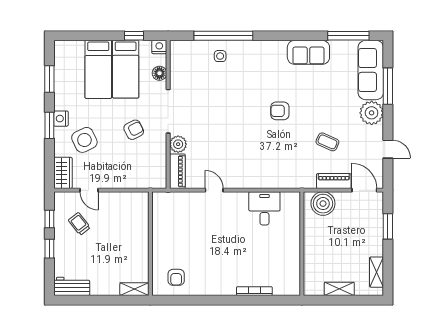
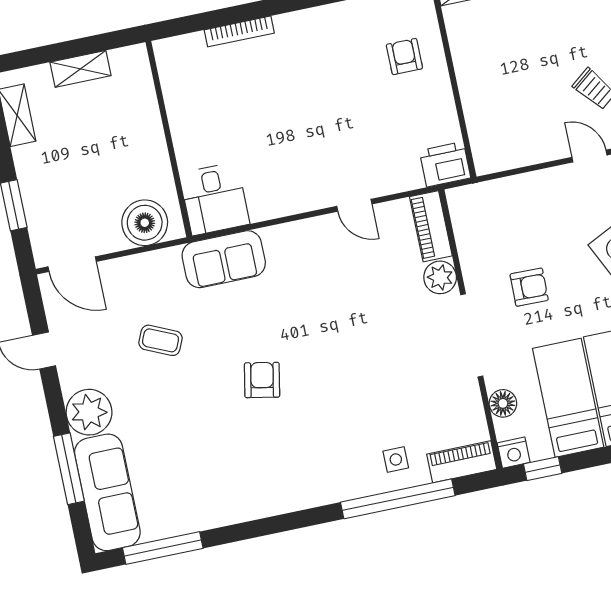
window: (134, 36) -> (543, 469), moved
sofa: (308, 52) -> (224, 259), moved, turned 180
armchair: (280, 111) -> (262, 380), turned -79
armchair: (134, 130) -> (529, 287), turned -152
piano: (334, 181) -> (462, 462), moved, turned 180
printer: (164, 201) -> (445, 164), added
desk: (264, 208) -> (215, 199), moved
armchair: (176, 277) -> (404, 57), moved

